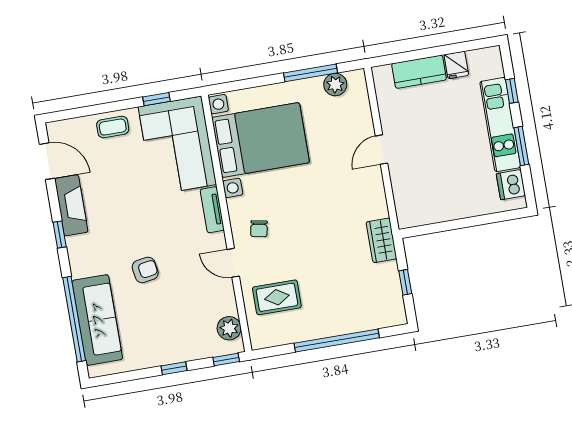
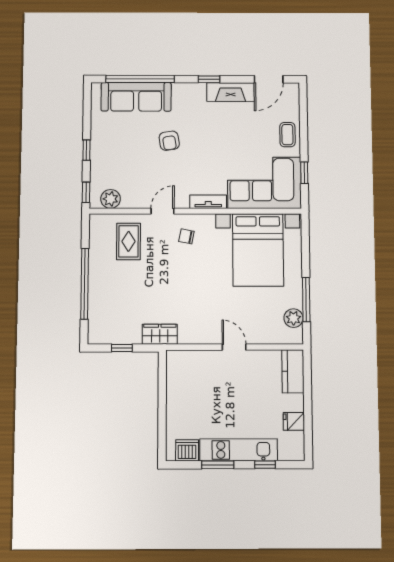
kitchen counter: (419, 72) -> (293, 371), moved

